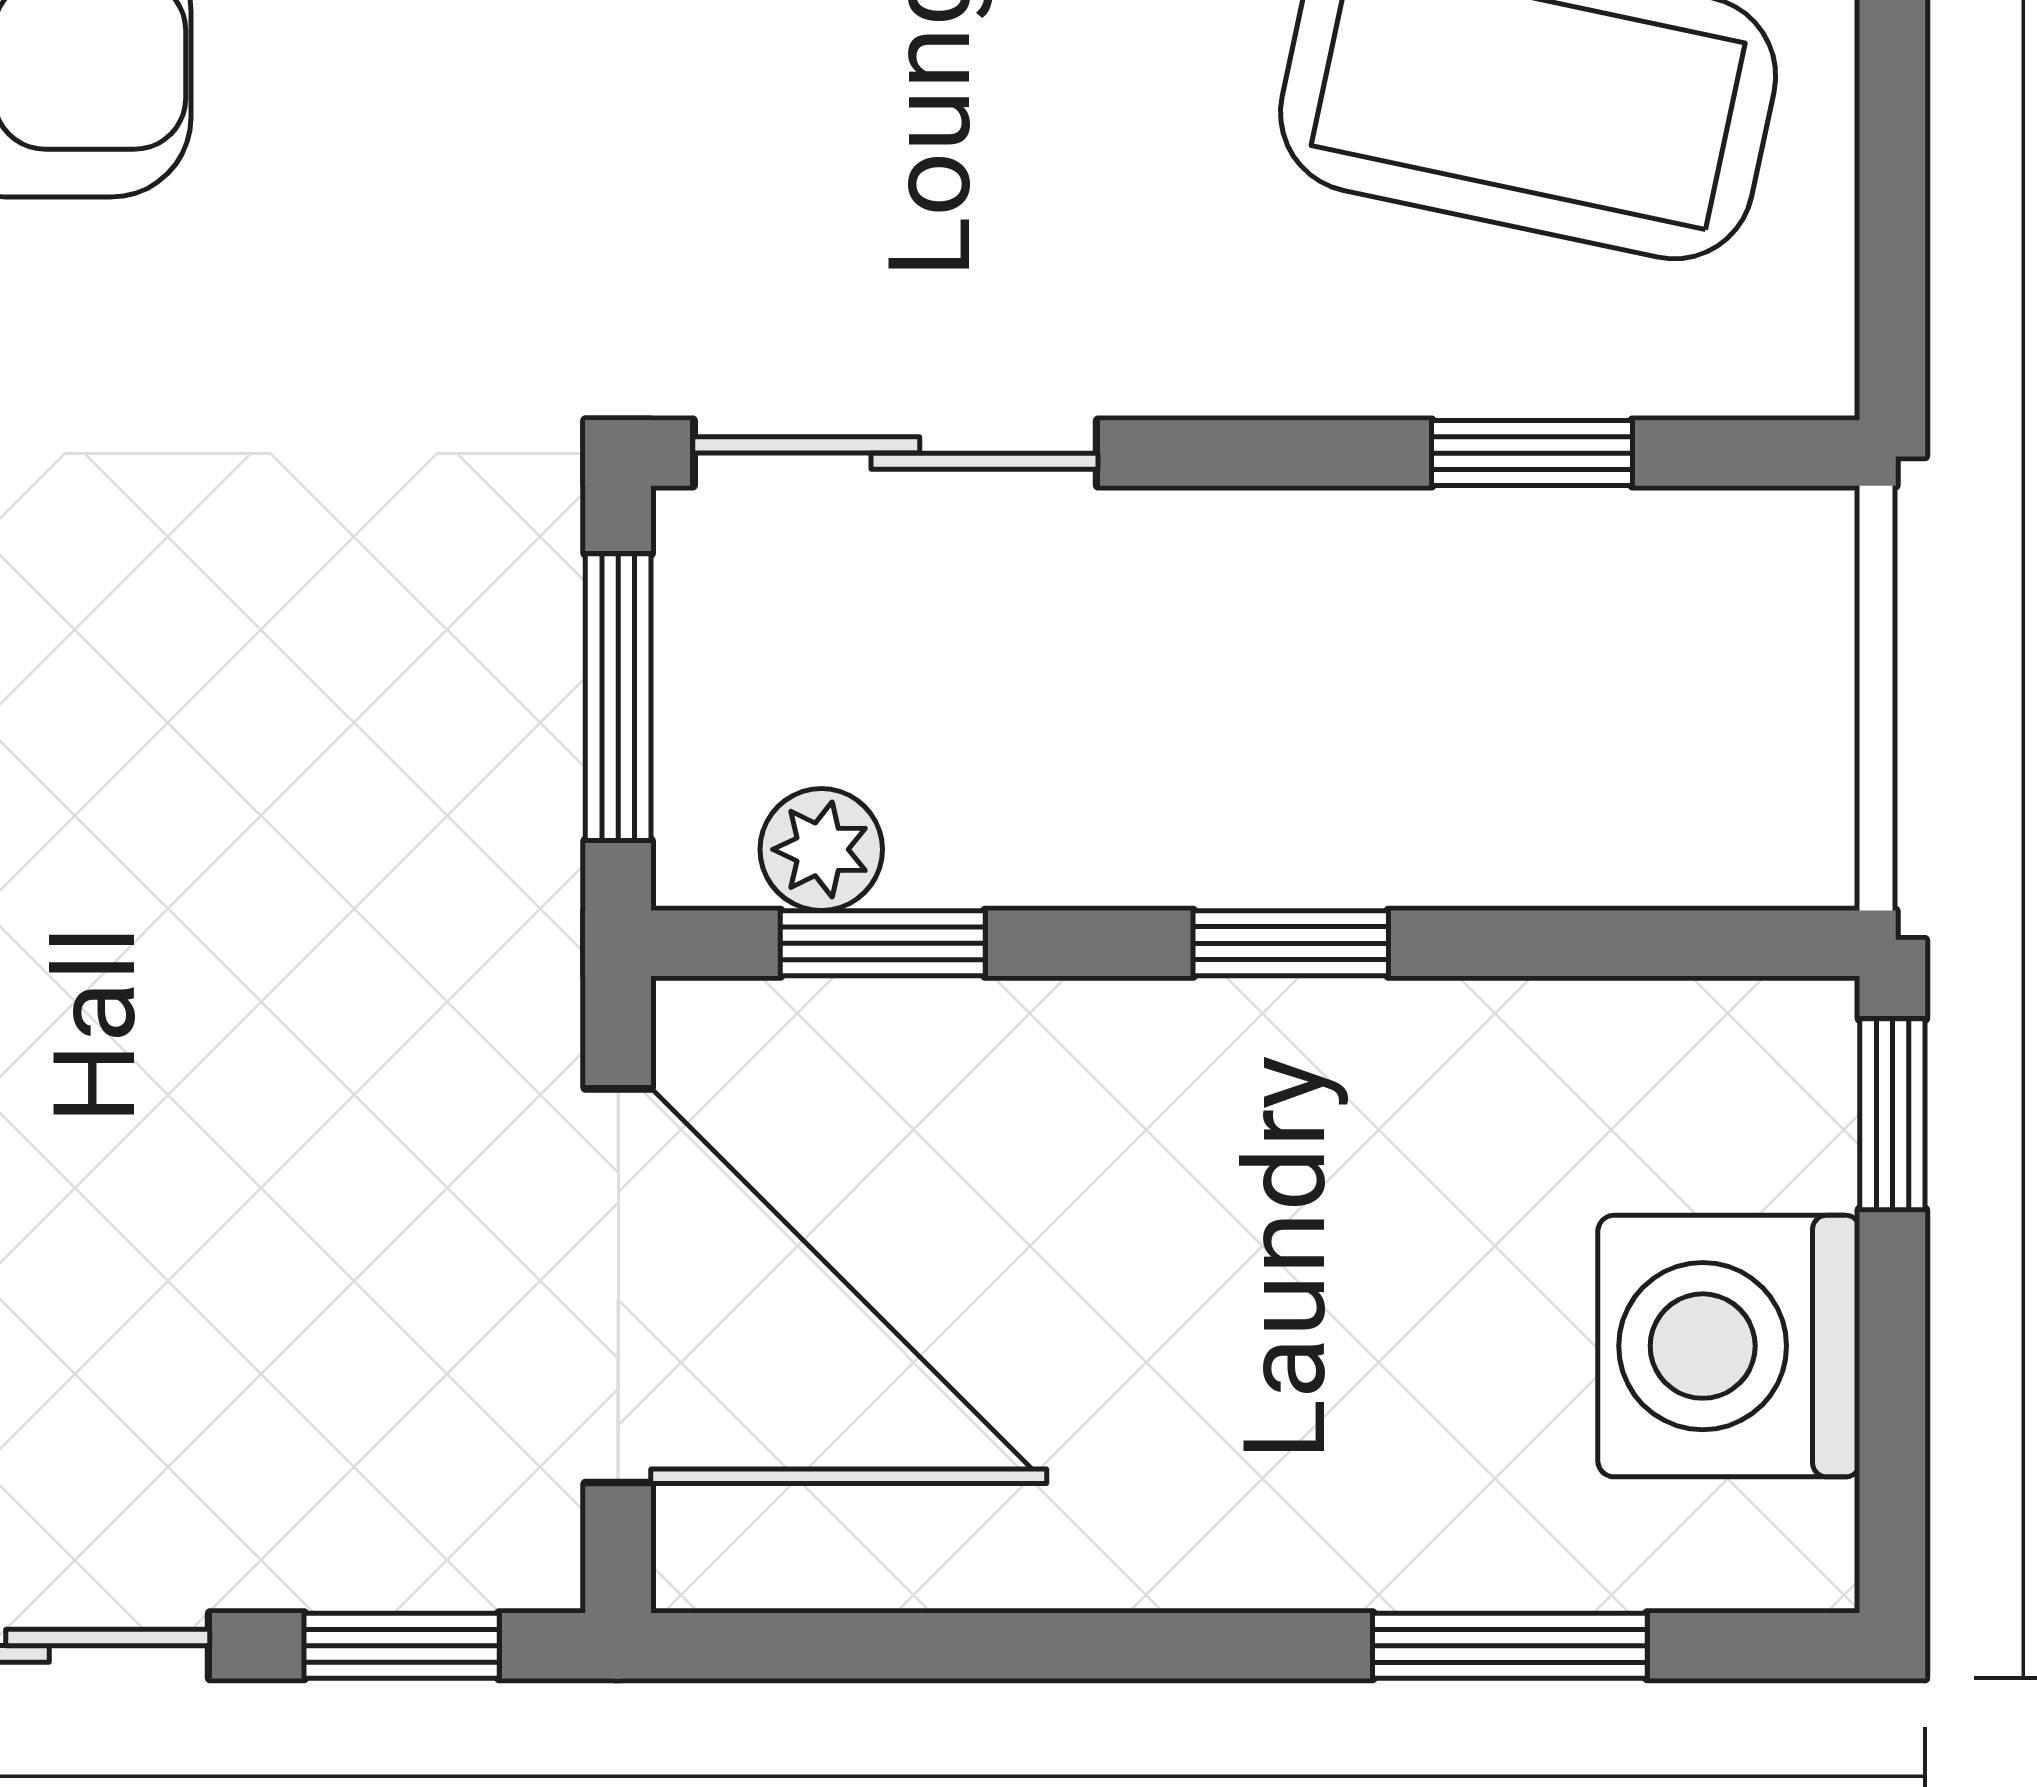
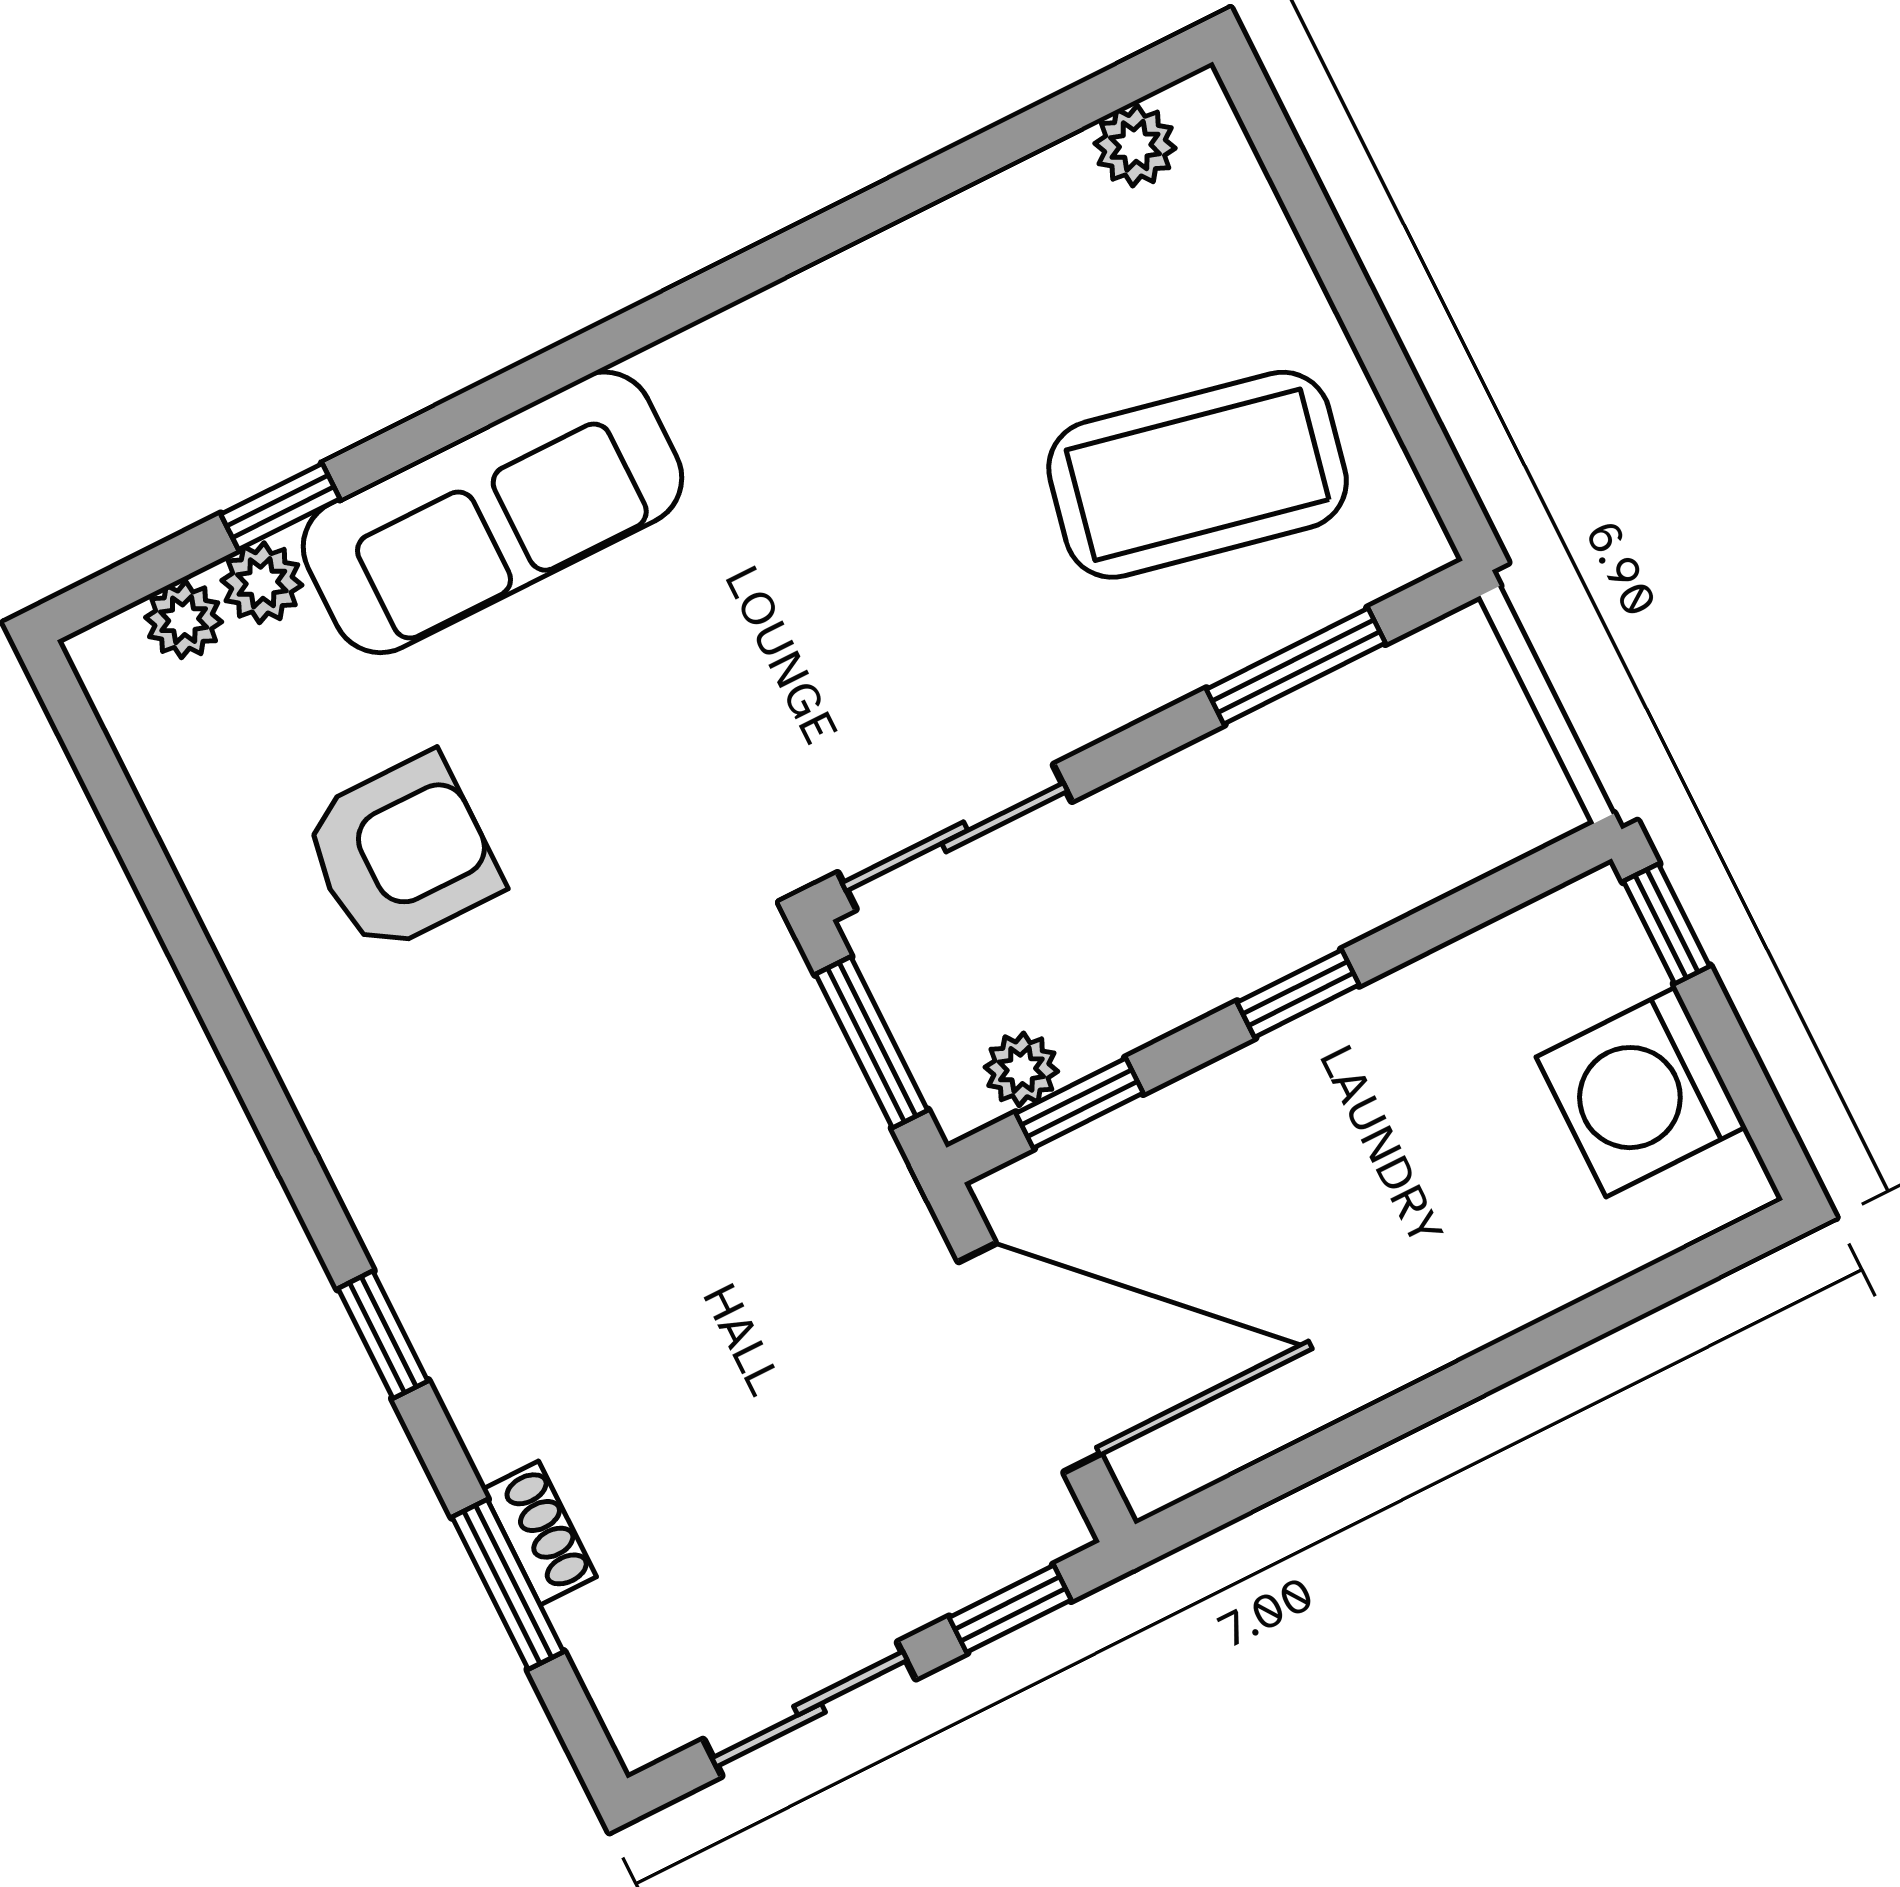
window: (1532, 453) -> (1296, 666), width x1.50
window: (1510, 1646) -> (1604, 1311), removed

